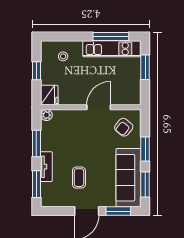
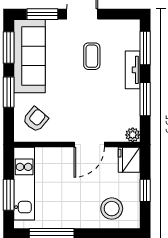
kitchen unit: (112, 49) -> (24, 184), moved, turned 90
stool: (63, 56) -> (112, 209), width x1.89, depth x1.89
door: (99, 107) -> (89, 145), moved

